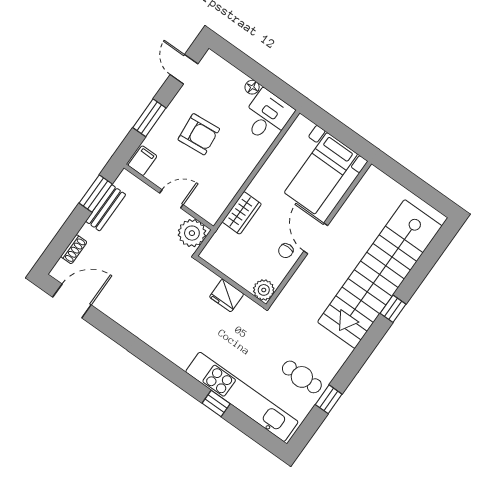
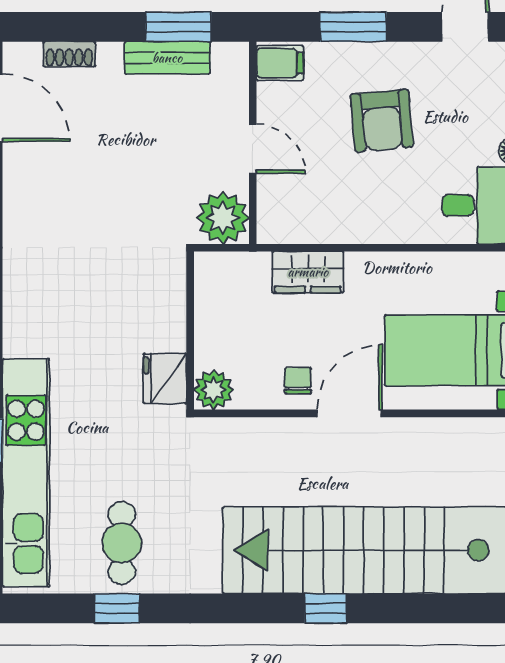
chair: (286, 251) -> (298, 381), turned 90
fridge: (227, 295) -> (165, 378), moved

